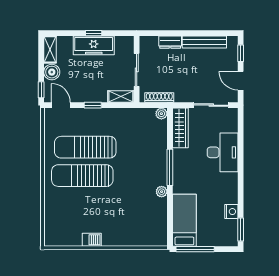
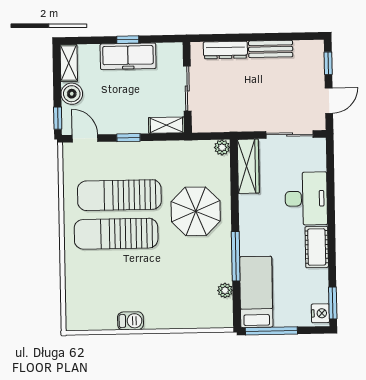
dresser: (170, 42) -> (225, 50), width x1.44
bench: (204, 42) -> (271, 49), width x0.73
door: (241, 81) -> (329, 101), swing flipped
shoe rack: (159, 97) -> (219, 125), removed
parasol: (141, 160) -> (196, 211), added
window: (170, 167) -> (236, 256), moved
cot: (230, 188) -> (317, 247), added
plant: (162, 192) -> (225, 290), moved
nightstand: (231, 212) -> (320, 313), moved

